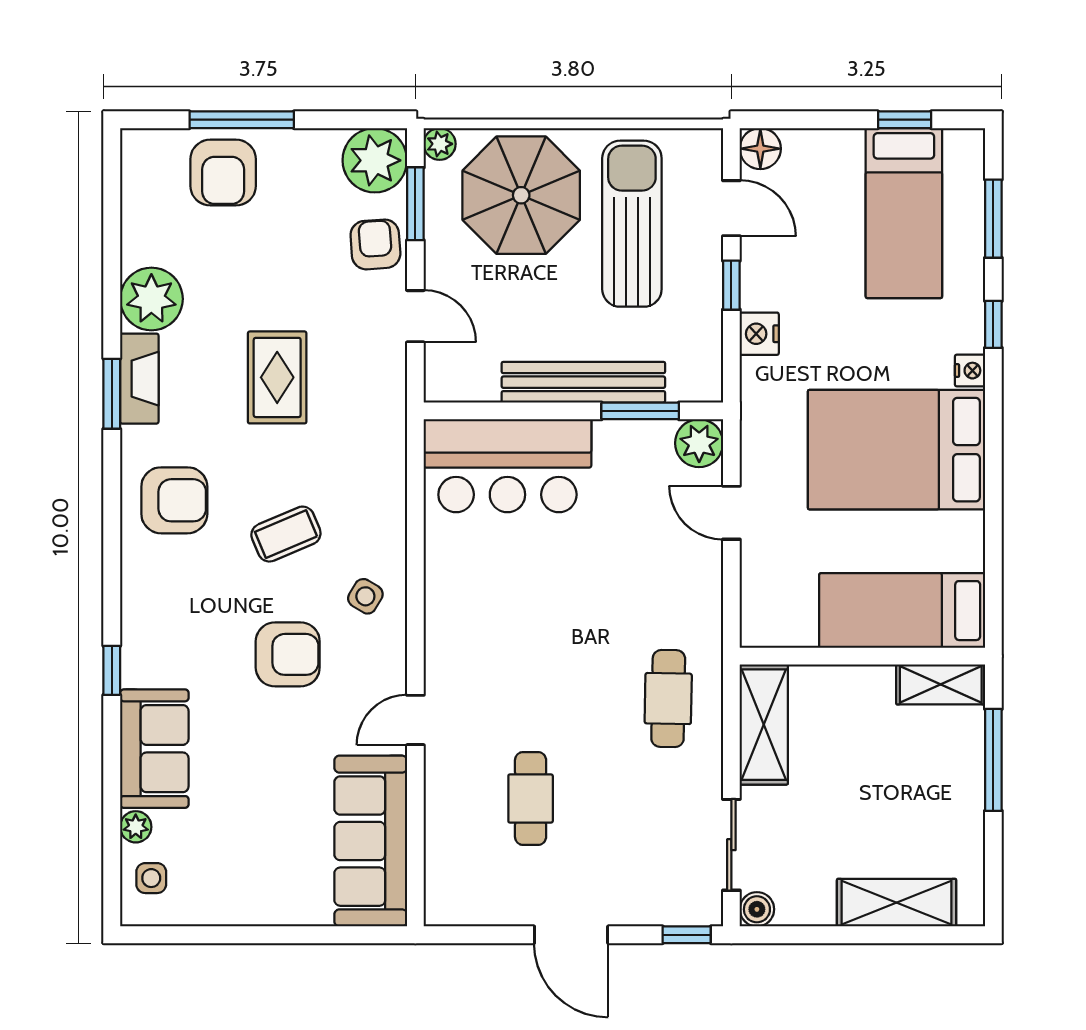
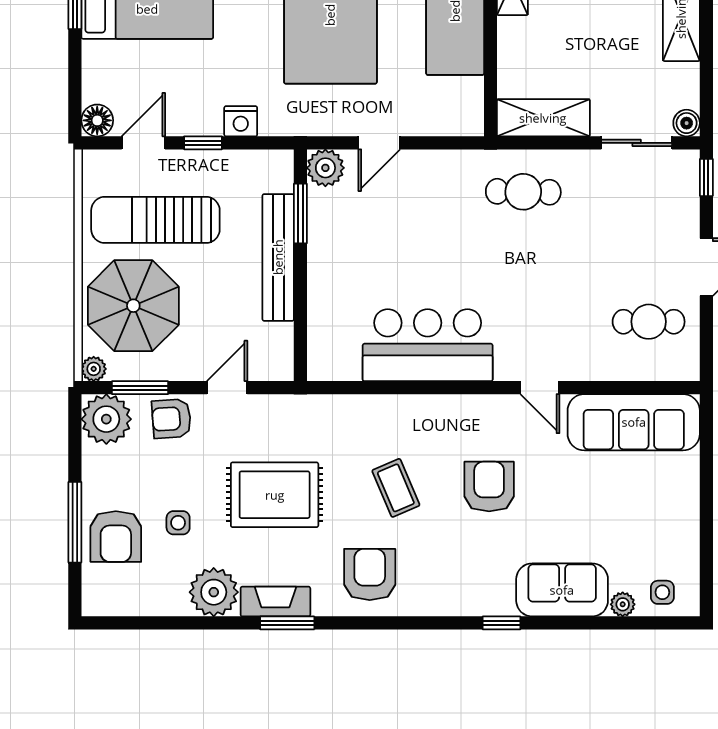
armchair: (223, 173) -> (116, 537), turned 90
rug: (277, 377) -> (275, 495), width x1.36, depth x1.43
bar counter: (507, 466) -> (428, 345), moved, turned -90
side table: (365, 596) -> (178, 523), moved, turned -31
cafe table: (531, 799) -> (649, 322), moved

